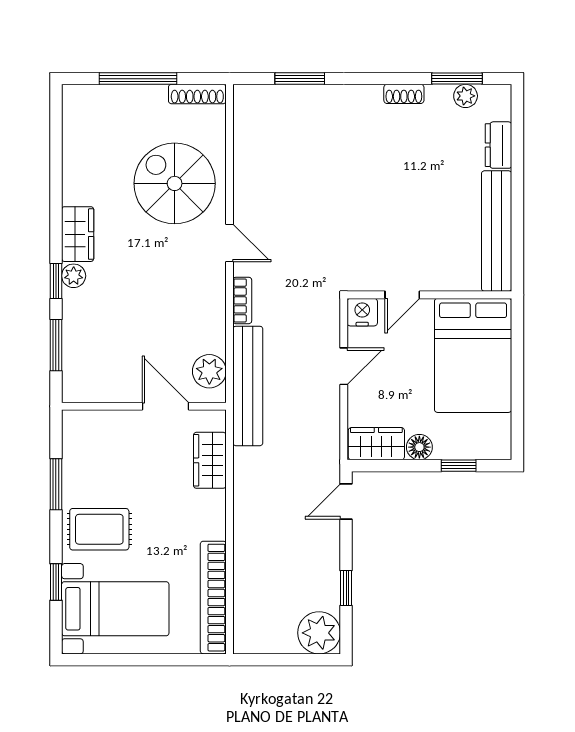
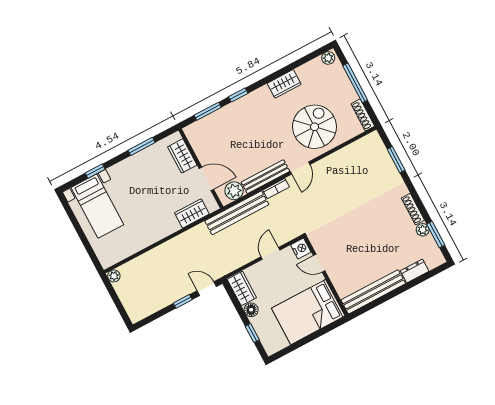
shoe rack: (404, 94) -> (413, 209), width x1.43
plant: (466, 96) -> (423, 230), moved
wardrobe: (78, 234) -> (284, 84), moved
plant: (74, 276) -> (328, 58), moved
bench: (214, 308) -> (265, 177), added
door: (344, 366) -> (270, 253), swing flipped
door: (166, 406) -> (206, 179), hinge flipped
wardrobe: (107, 426) -> (182, 156), added
rug: (99, 529) -> (131, 178), removed
window: (346, 588) -> (183, 301), moved
bookcase: (213, 598) -> (127, 250), removed
plant: (319, 633) -> (114, 276), moved, width x0.53, depth x0.53

